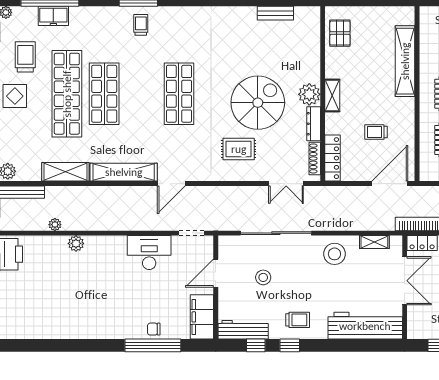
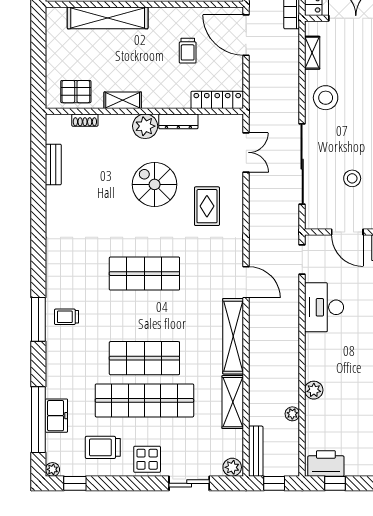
shelving: (332, 95) -> (123, 100), moved
spiral stairs: (258, 103) -> (155, 184), width x0.73, depth x0.73
shoe rack: (315, 158) -> (85, 120), moved, width x0.70

